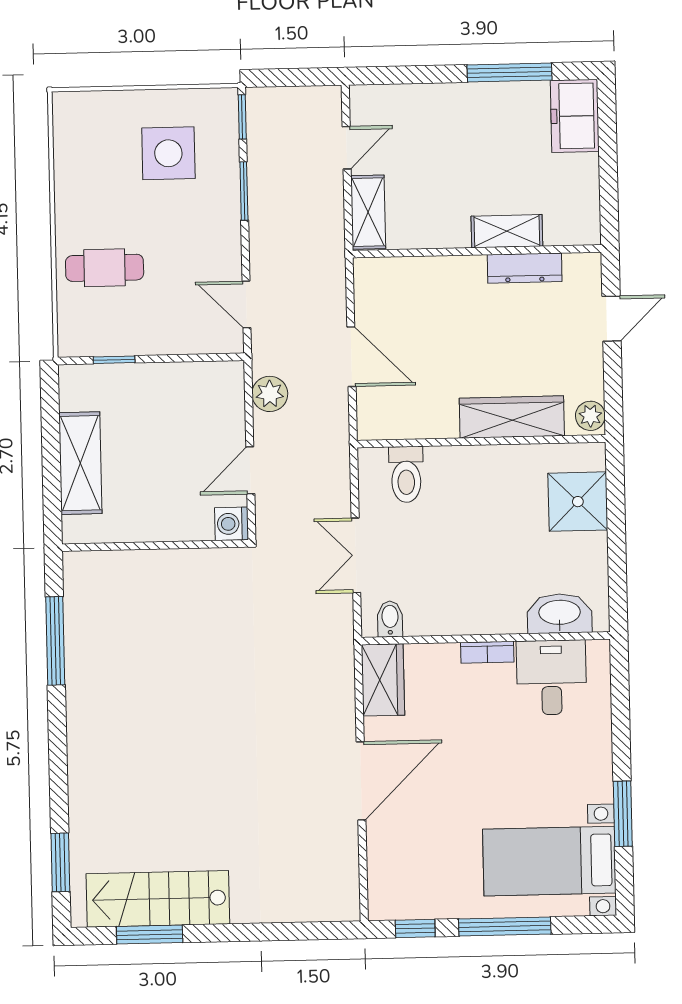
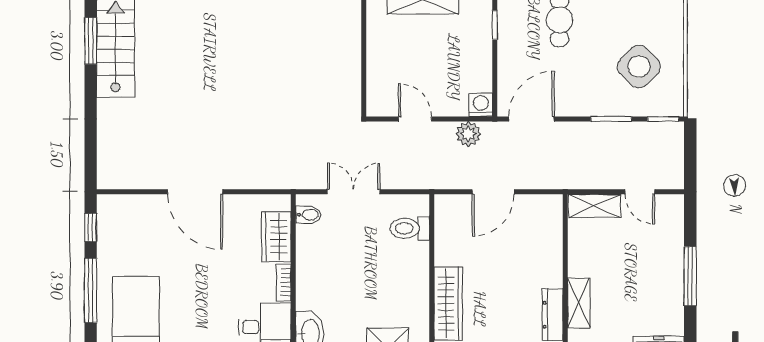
window: (510, 72) -> (690, 276), moved
side table: (168, 153) -> (639, 67), turned 45
door: (246, 304) -> (531, 119), width x1.38
washing machine: (231, 524) -> (481, 105), moved
wardrobe: (383, 680) -> (276, 237), moved, turned 90

